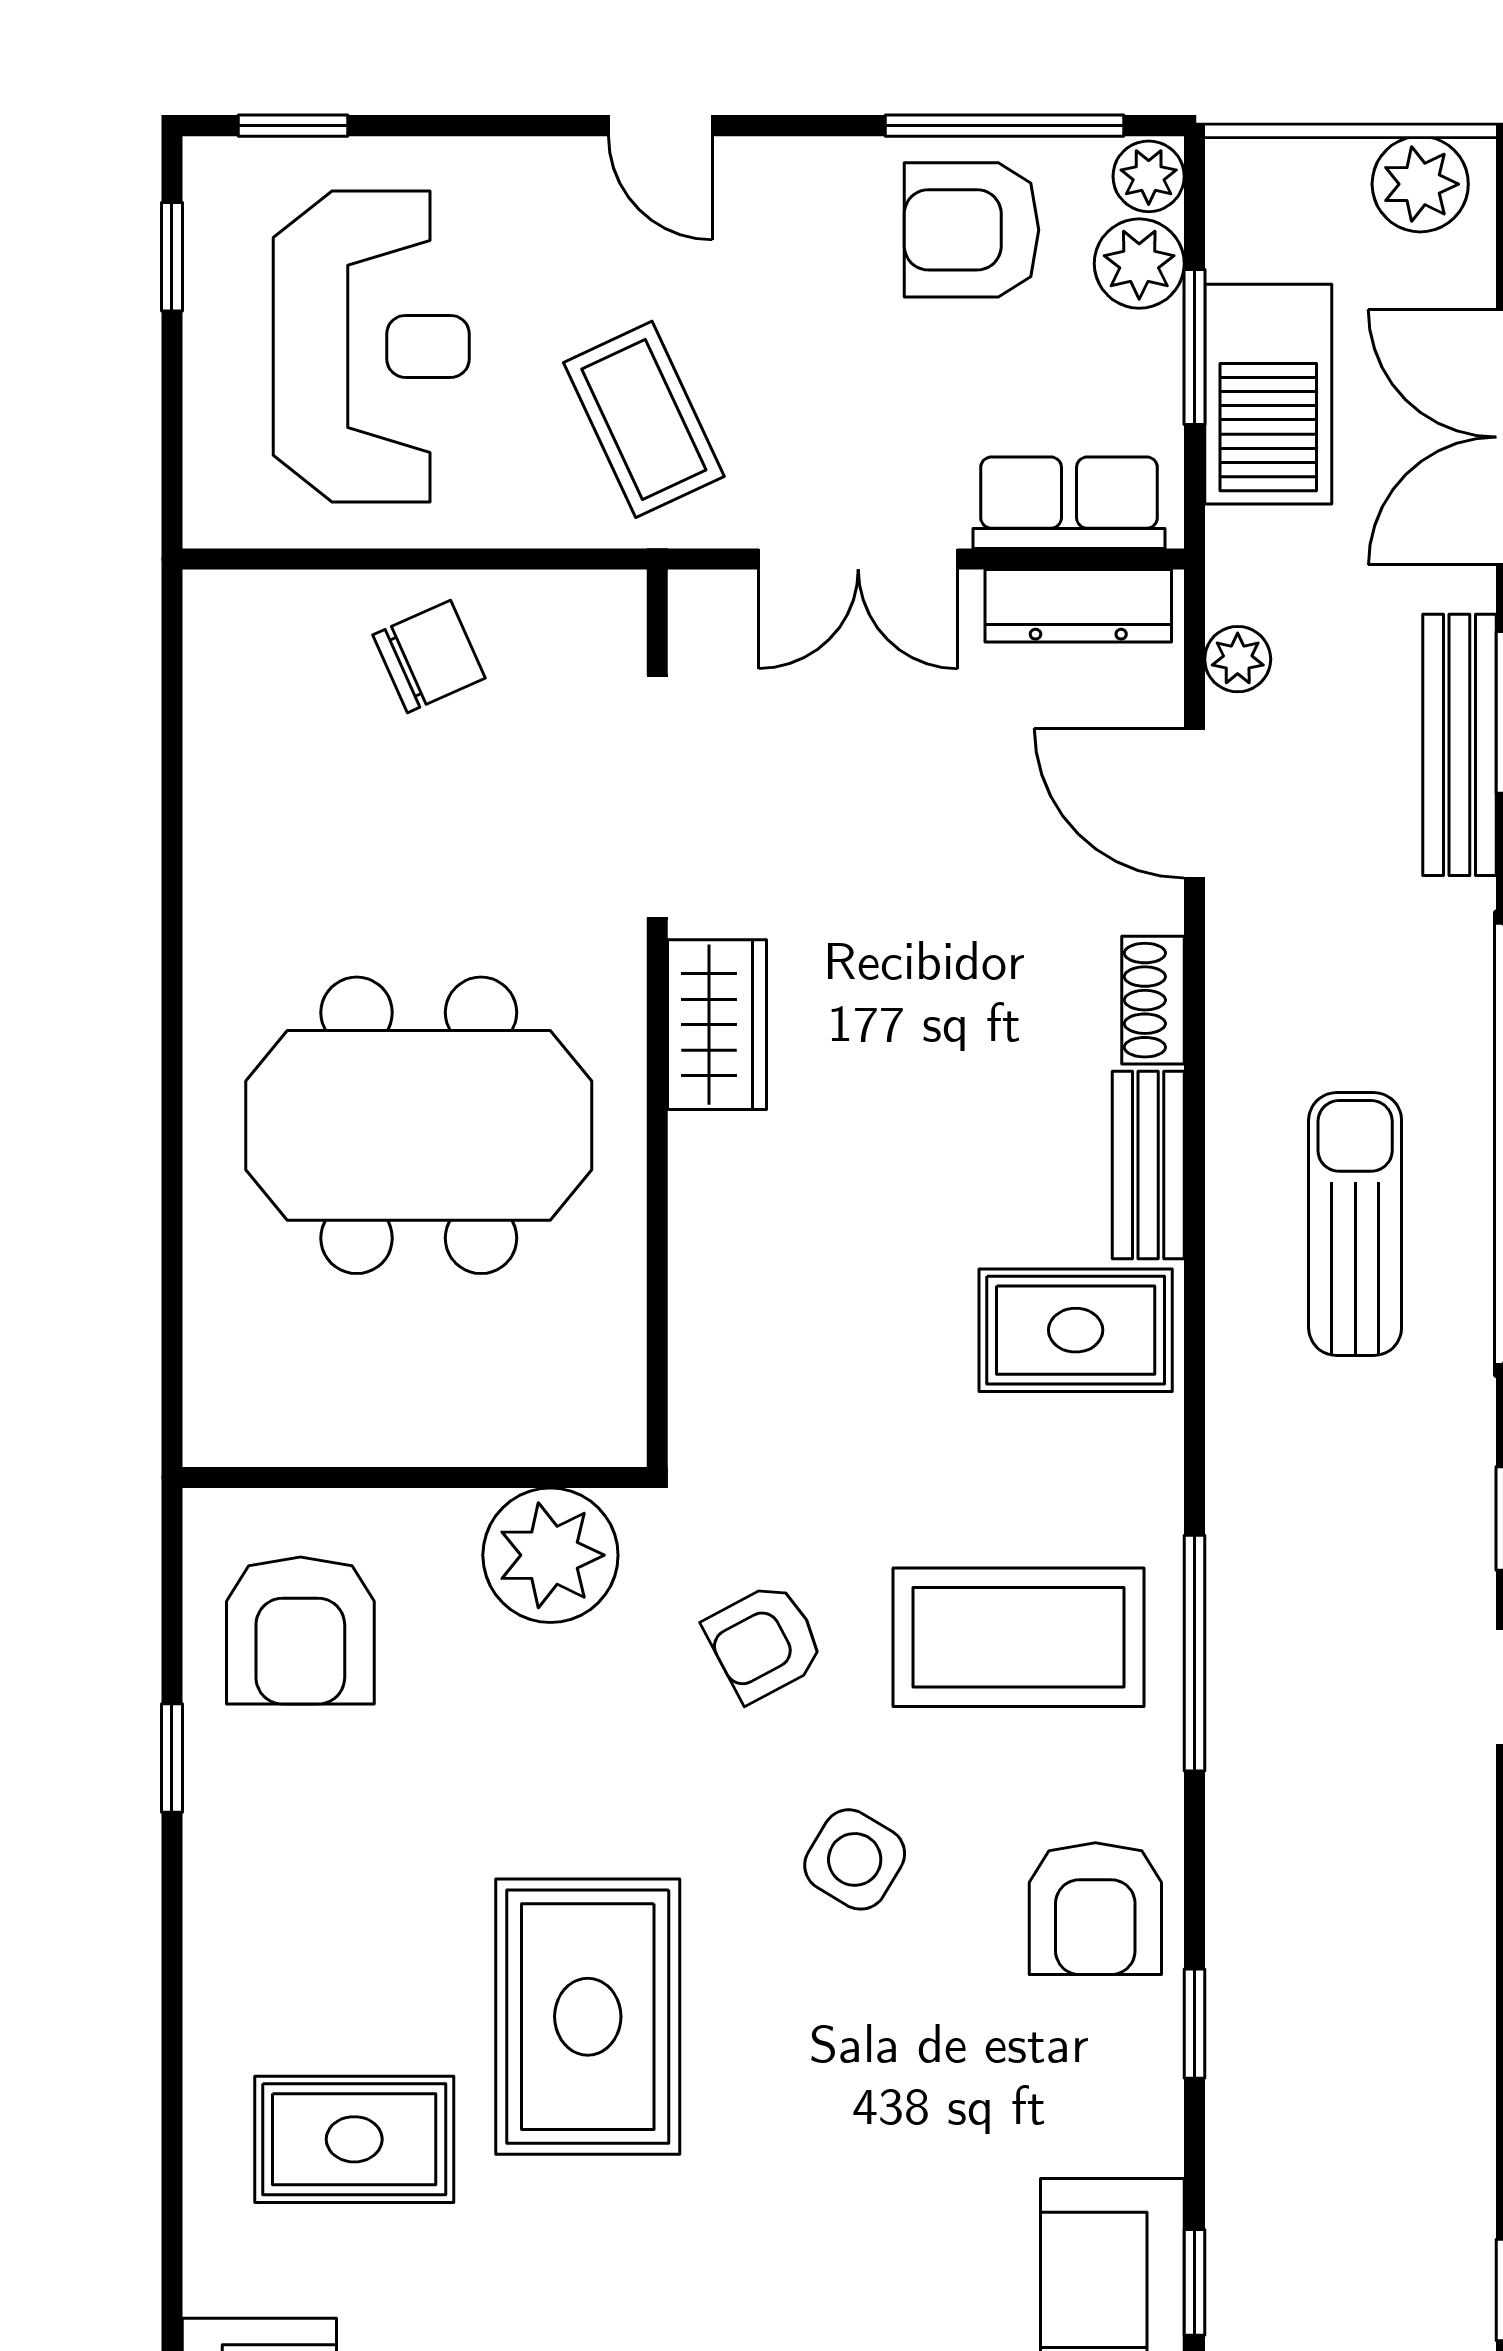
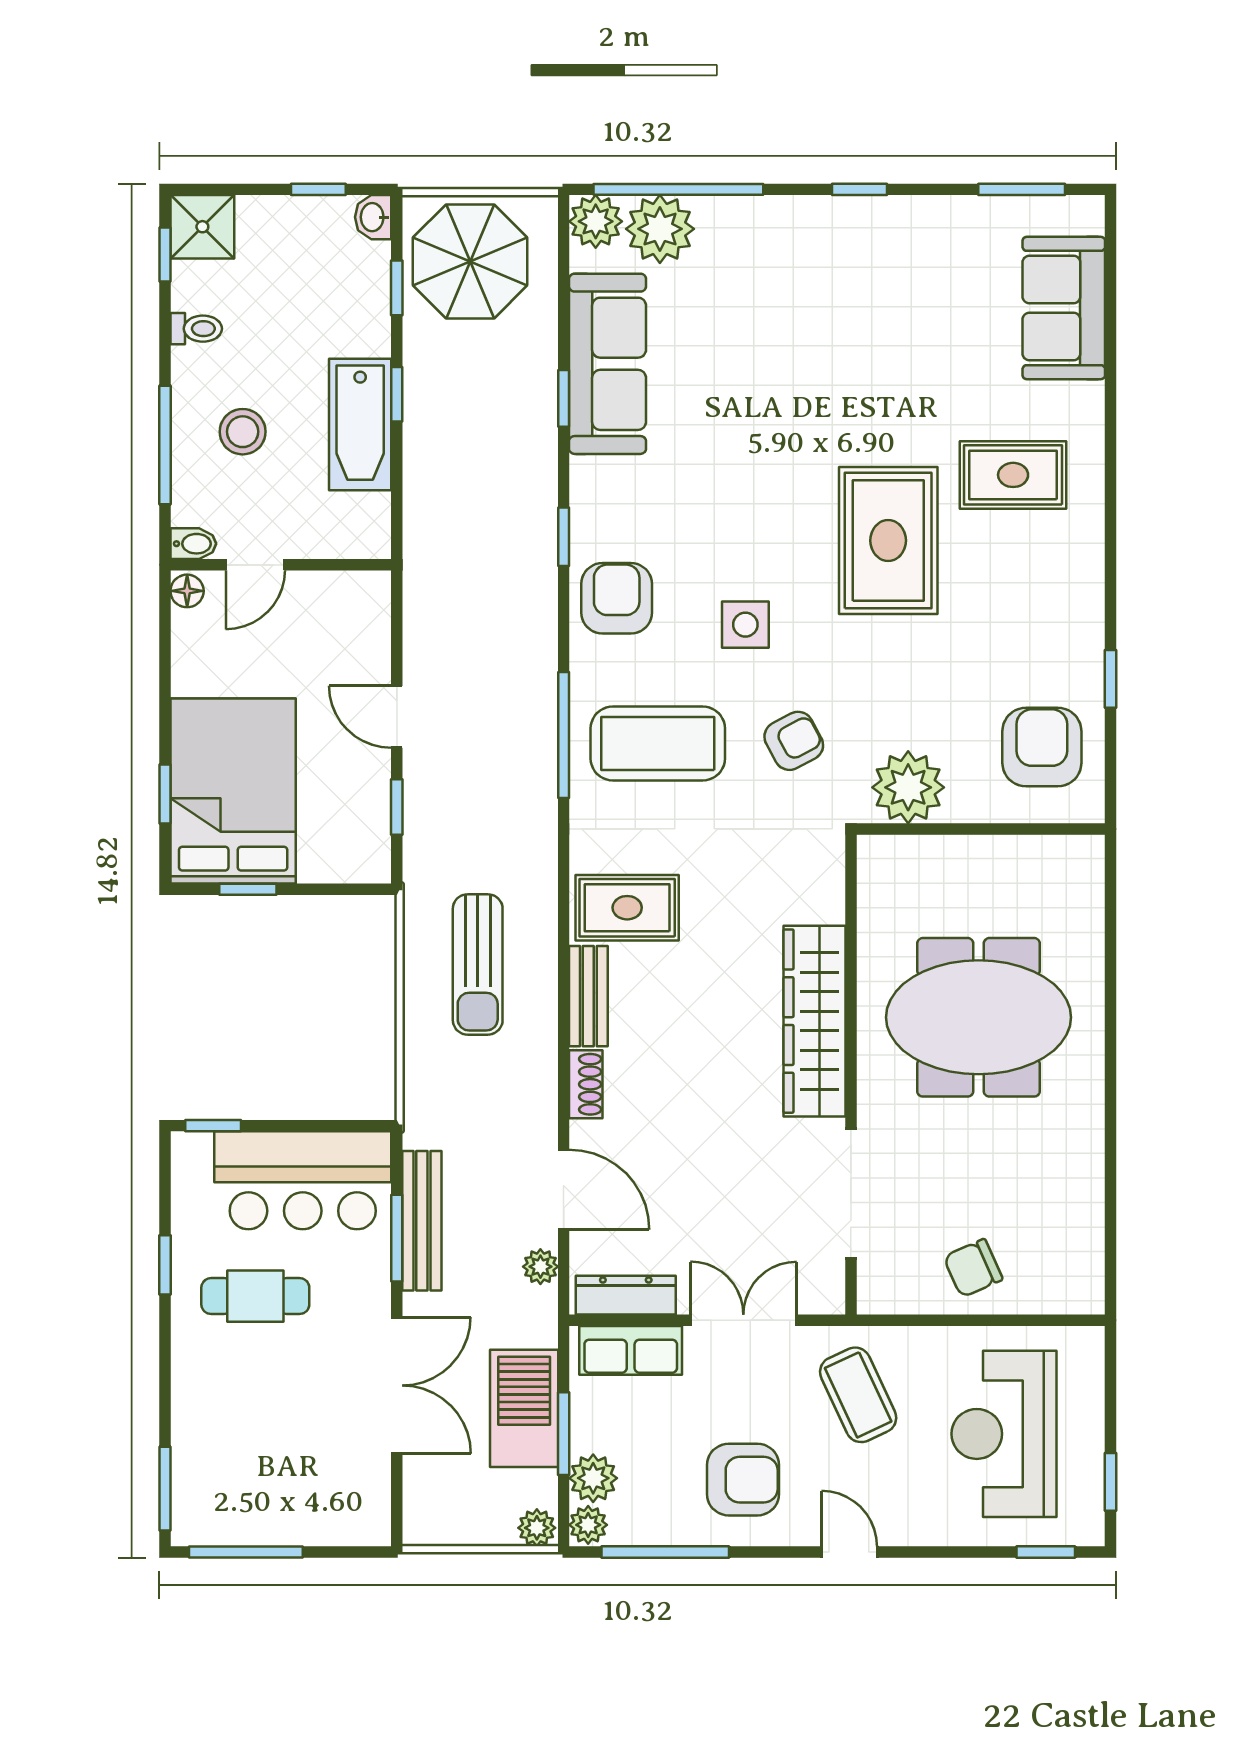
plant: (1420, 184) -> (537, 1528), moved, width x0.73, depth x0.73
armchair: (972, 230) -> (743, 1480), moved
wardrobe: (717, 1025) -> (814, 1021), width x2.10, depth x1.17
side table: (855, 1859) -> (745, 625), turned -31

